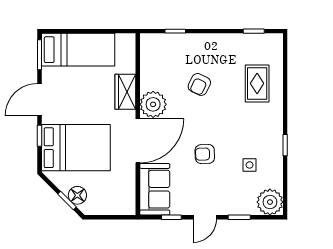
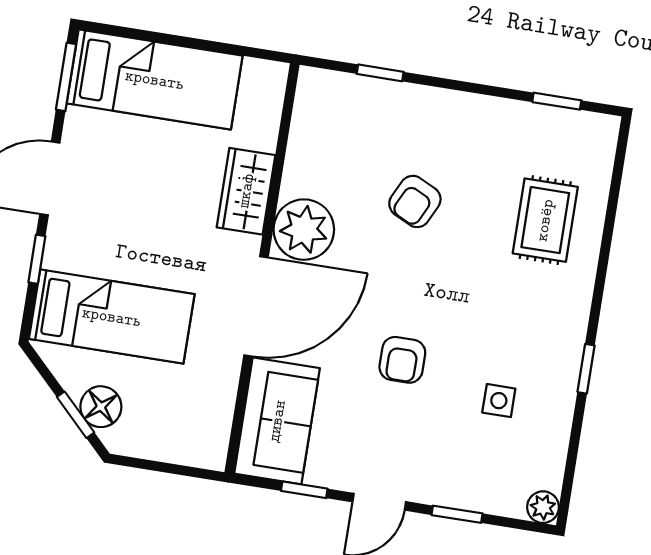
bed: (76, 148) -> (112, 317), width x0.67
armchair: (205, 154) -> (402, 360), turned -88
plant: (270, 202) -> (543, 507), width x0.53, depth x0.53

